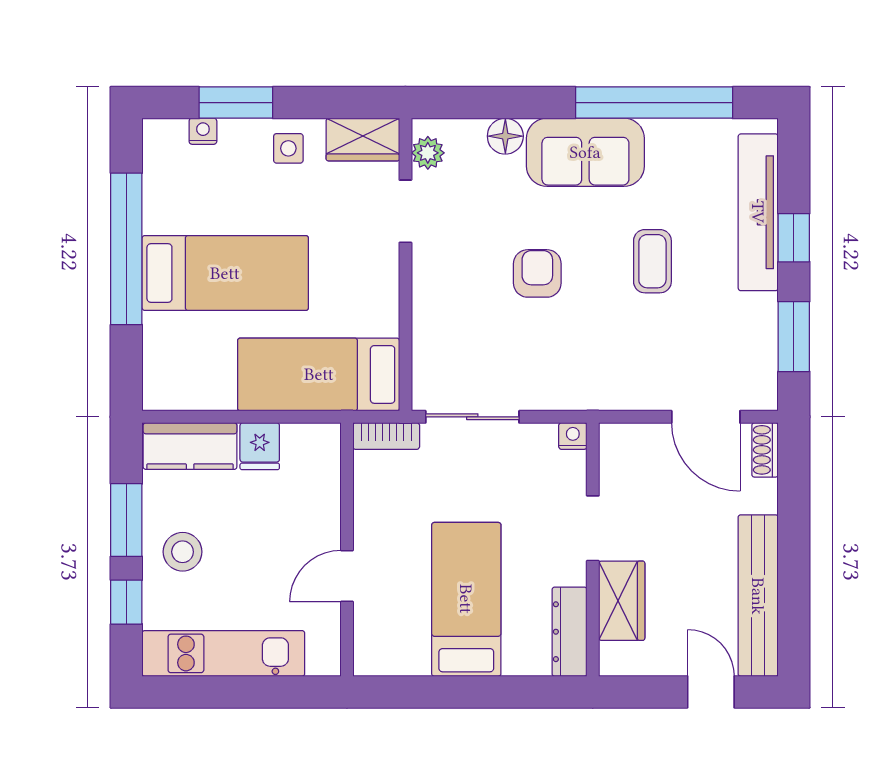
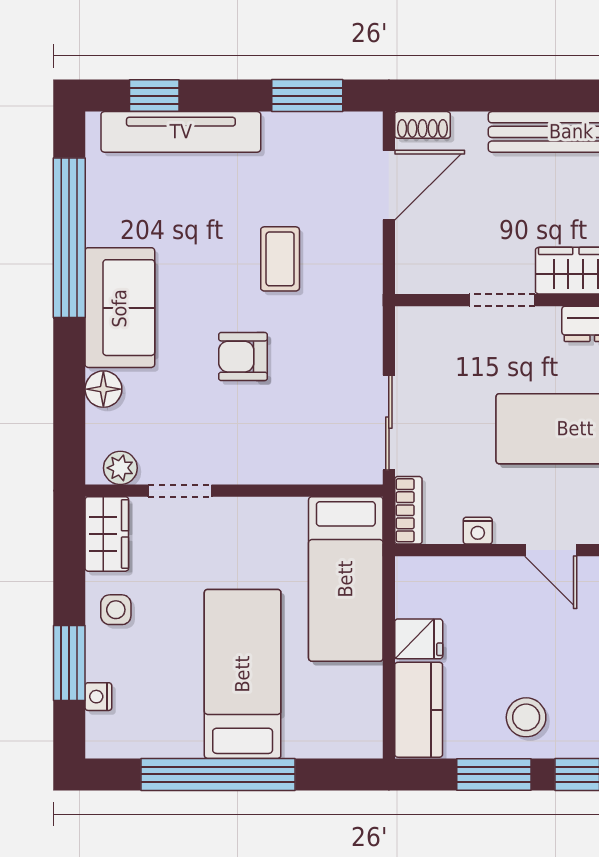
window: (794, 238) -> (154, 96), moved
coffee table: (652, 261) -> (280, 259), moved, turned 90
nightstand: (573, 436) -> (478, 531), moved, turned -90

